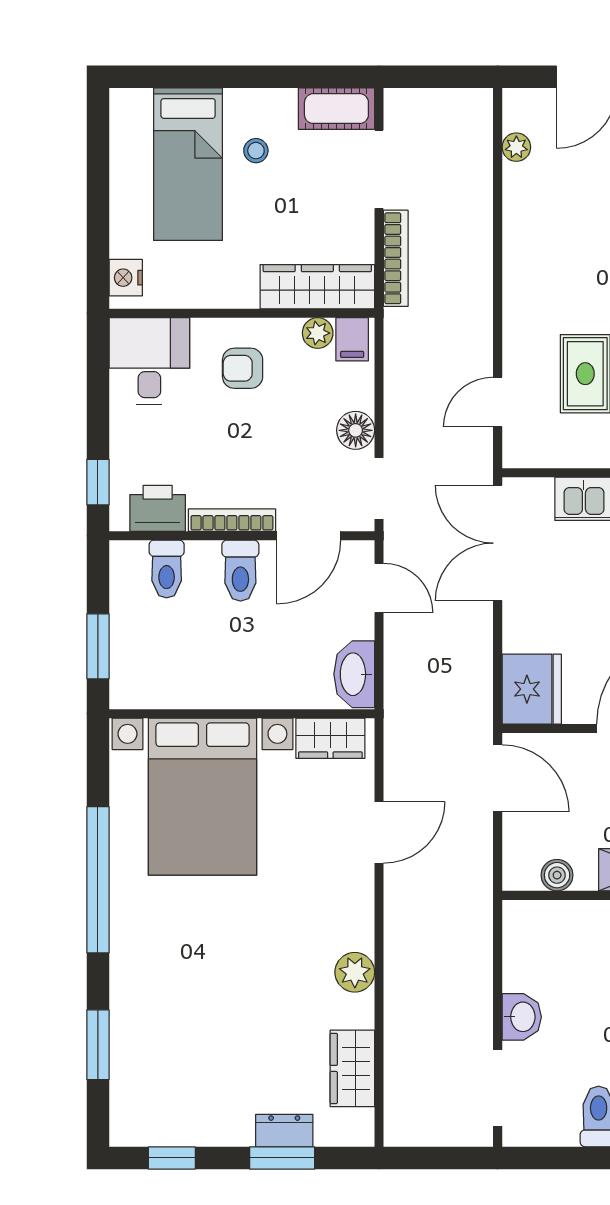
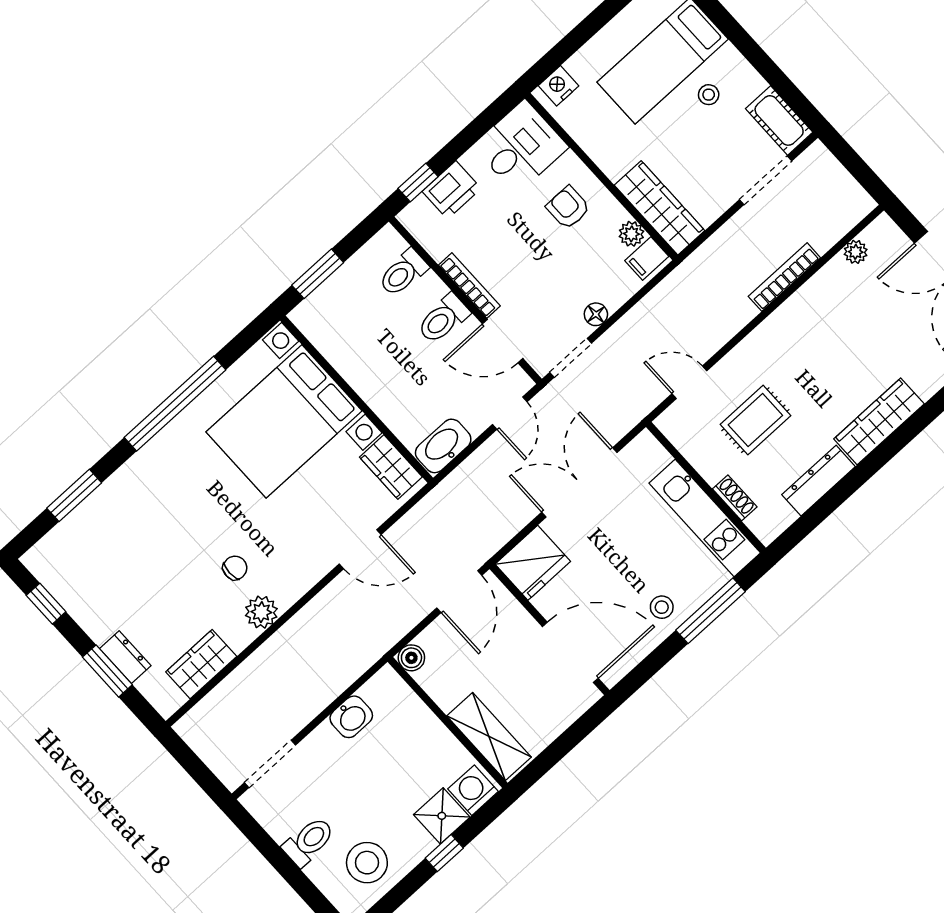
bookcase: (396, 258) -> (784, 277), moved, turned 180
floor lamp: (356, 430) -> (596, 314), width x0.73, depth x0.73
printer: (158, 508) -> (452, 190), moved, turned 90
double door: (498, 543) -> (579, 482), moved
boiler: (557, 875) -> (411, 658), moved
chair: (294, 960) -> (235, 568), added
washbasin: (522, 1017) -> (351, 717), moved

